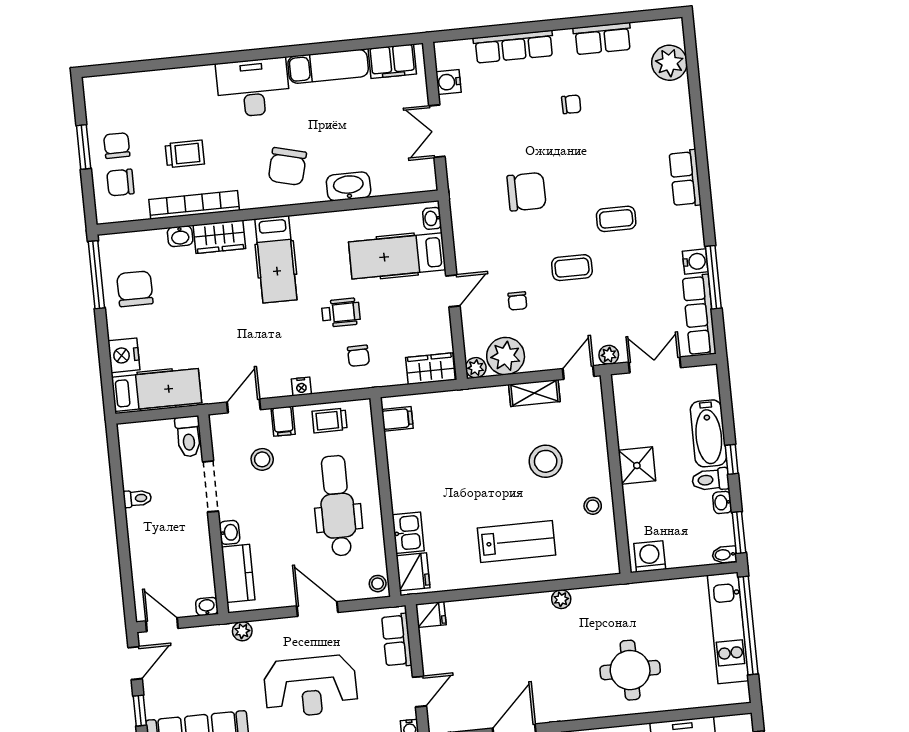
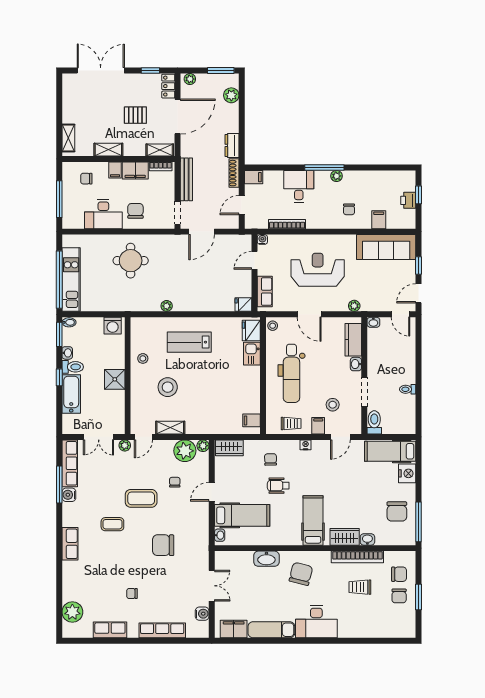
coffee table: (572, 268) -> (141, 498), width x1.36, depth x1.30

